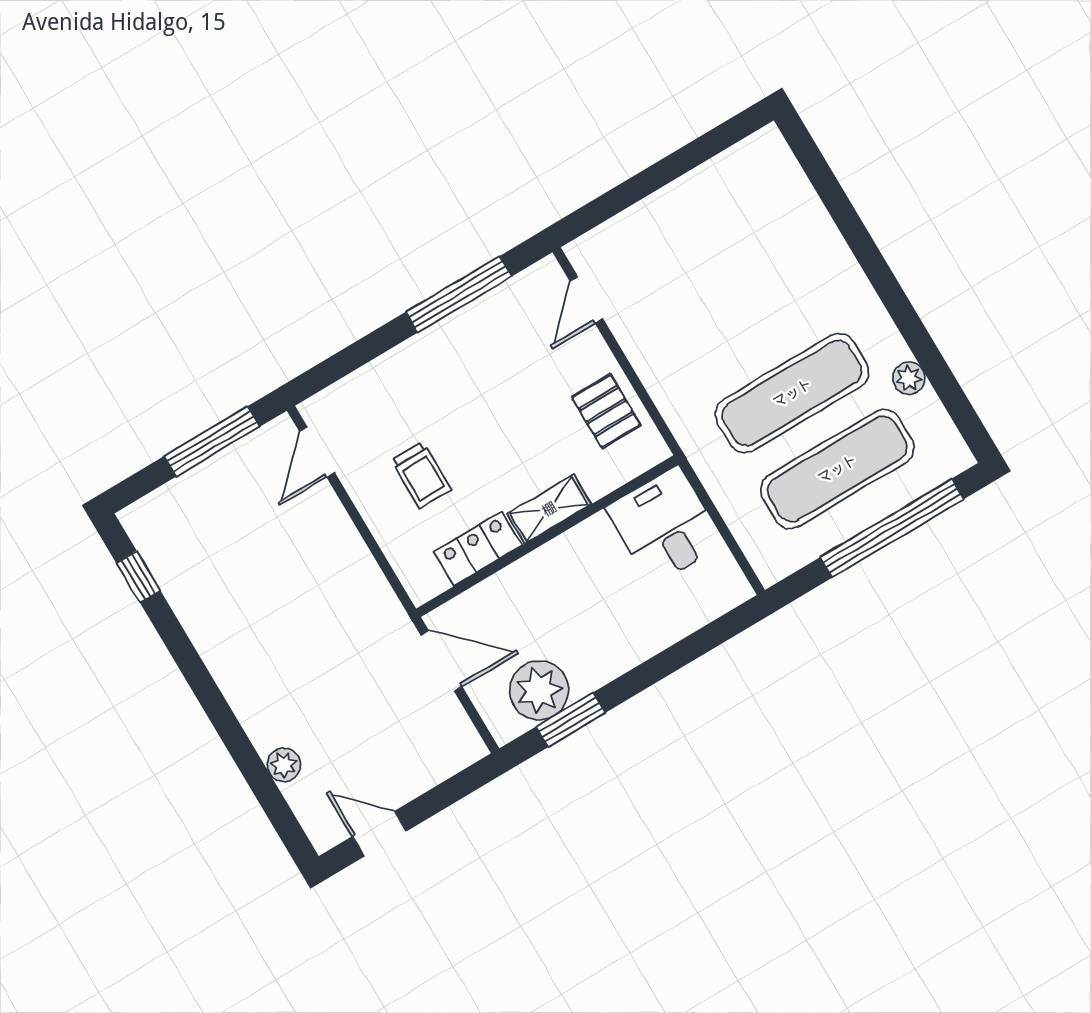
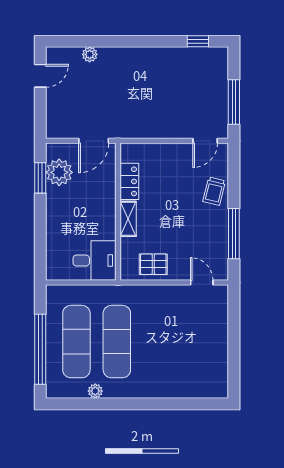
door: (317, 452) -> (205, 141), swing flipped
trolley: (421, 475) -> (214, 191), moved, turned -76

